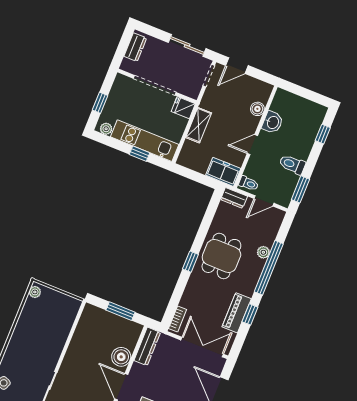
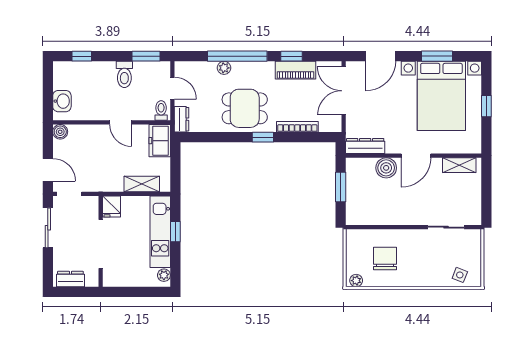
window: (100, 103) -> (140, 292), removed
boiler: (257, 109) -> (60, 132), moved
washbasin: (272, 122) -> (62, 101), moved, turned 90
shelving: (199, 125) -> (142, 184), moved
bookcase: (178, 319) -> (297, 127), moved, width x1.56
chair: (44, 324) -> (385, 259), added

